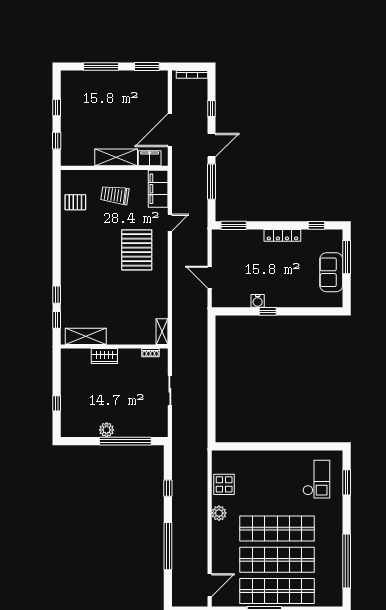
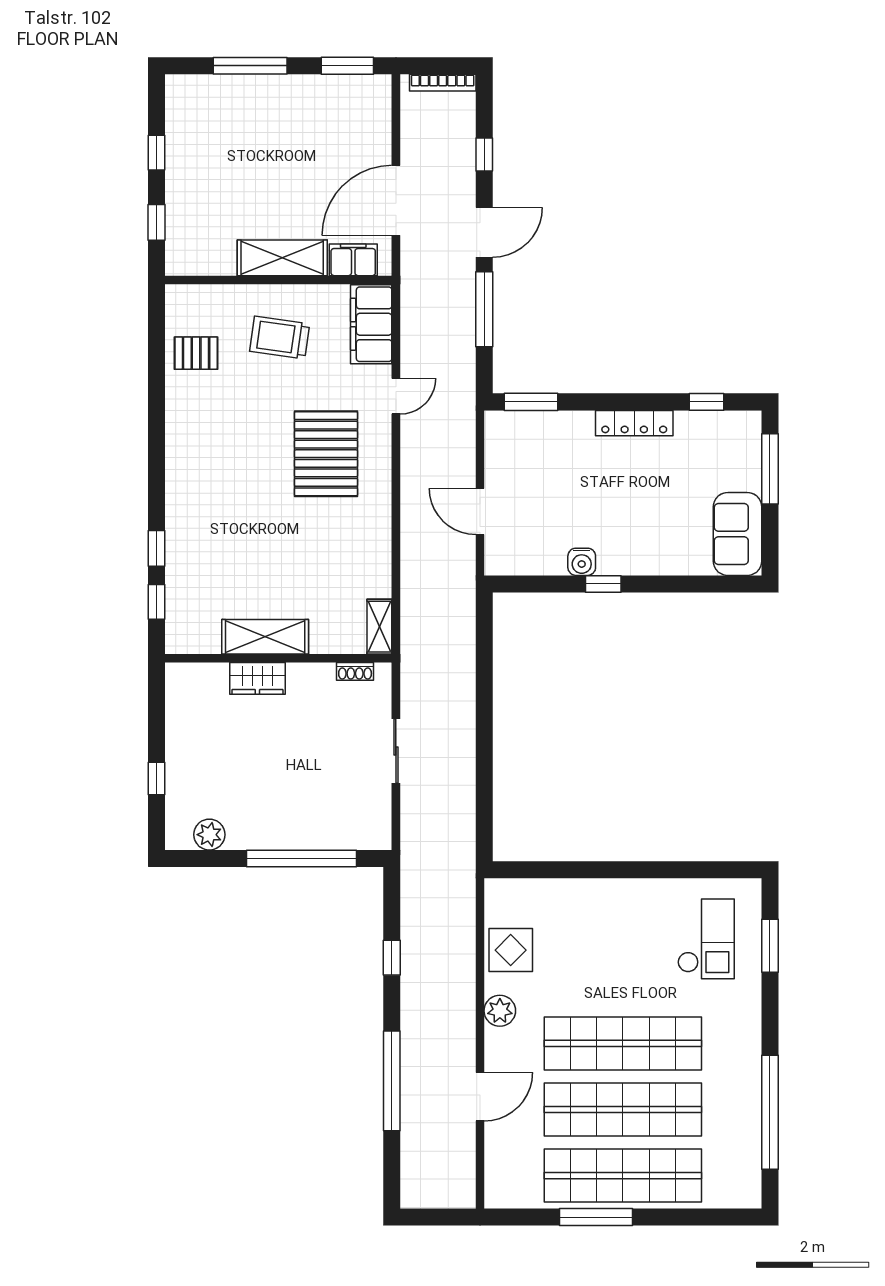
sofa: (331, 272) -> (737, 534), moved
shelving: (86, 336) -> (265, 637), moved
plant: (107, 430) -> (209, 835), moved
door: (210, 585) -> (480, 1097), moved

